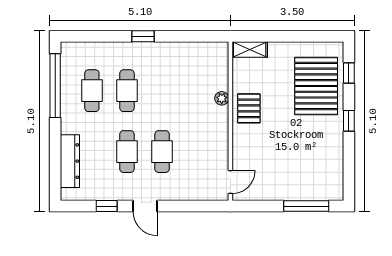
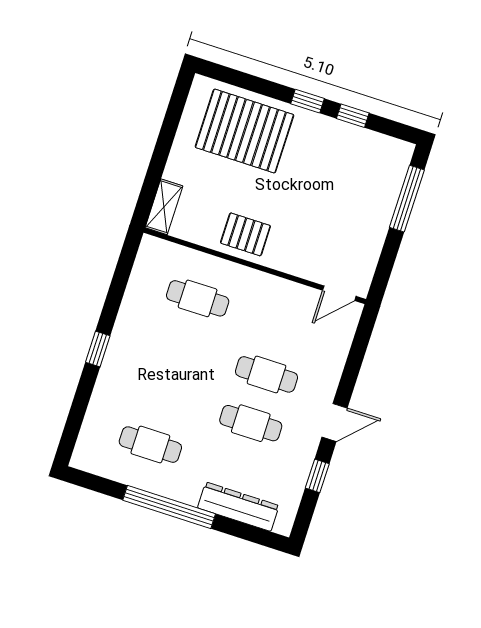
window: (349, 73) -> (353, 116), moved
window: (55, 86) -> (169, 507), moved
cafe table: (127, 91) -> (198, 298), moved
plant: (222, 98) -> (219, 268), removed
door: (230, 182) -> (339, 293), swing flipped

